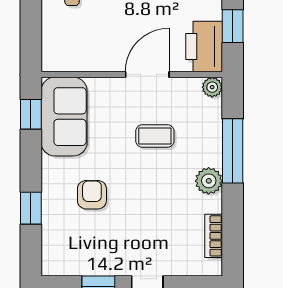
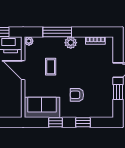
window: (31, 114) -> (55, 122), moved

